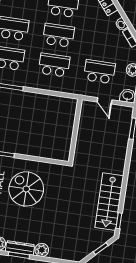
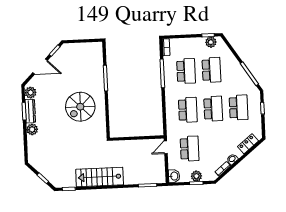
door: (104, 101) -> (166, 147), moved
spiral stairs: (26, 189) -> (80, 107), turned 180
stairs: (109, 202) -> (100, 177), moved

